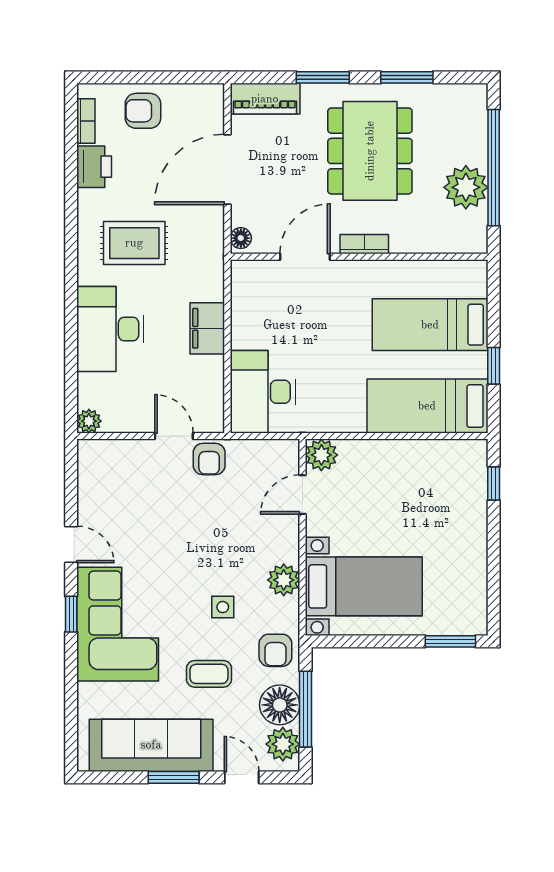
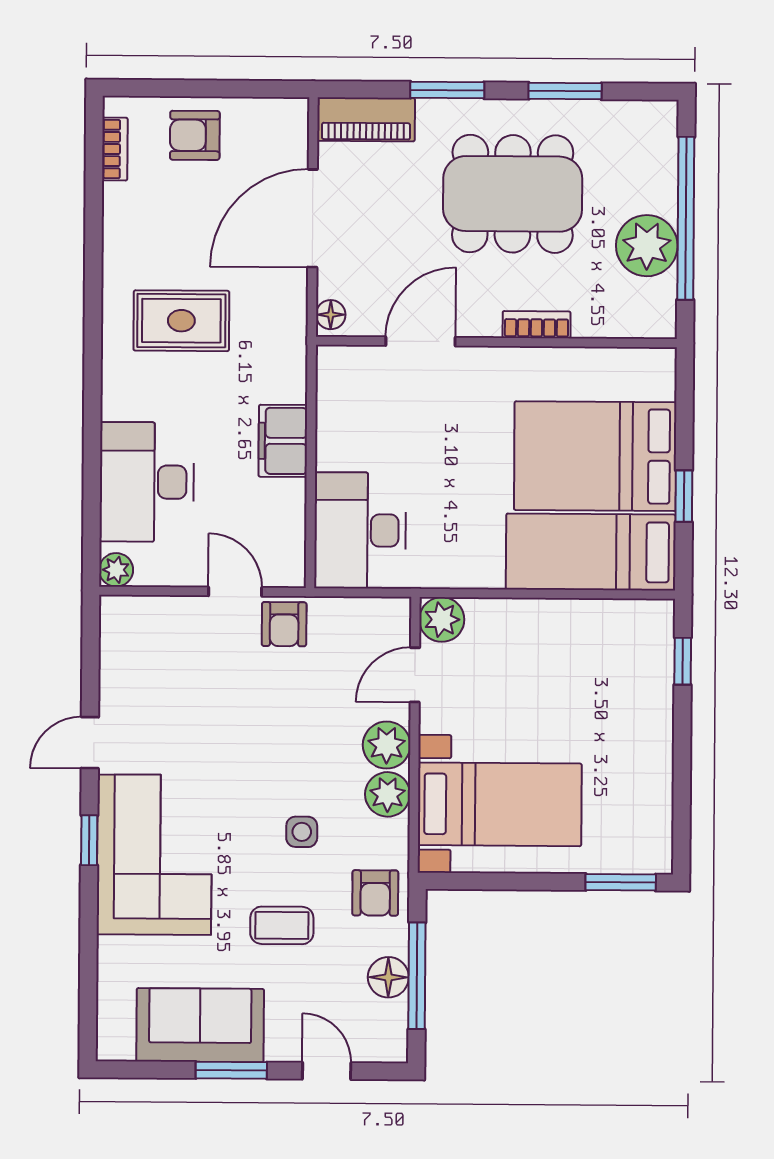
dining table: (370, 151) -> (513, 194), turned 90
printer: (94, 167) -> (126, 213), removed
bookcase: (364, 244) -> (537, 325), moved
bed: (430, 325) -> (595, 456), width x1.50
desk: (110, 329) -> (147, 482), moved
door: (71, 544) -> (90, 743), swing flipped
floor lamp: (280, 705) -> (388, 977), width x0.73, depth x0.73
plant: (283, 744) -> (387, 745), moved
sofa: (151, 745) -> (200, 1025), width x0.73

